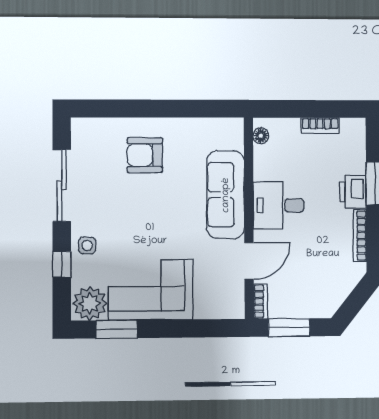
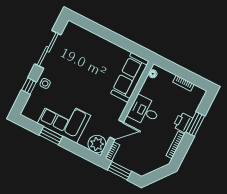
armchair: (145, 155) -> (94, 55), removed
sofa: (226, 195) -> (130, 77), moved
plant: (90, 303) -> (97, 144), moved
window: (116, 329) -> (51, 136), moved

